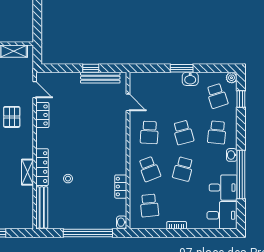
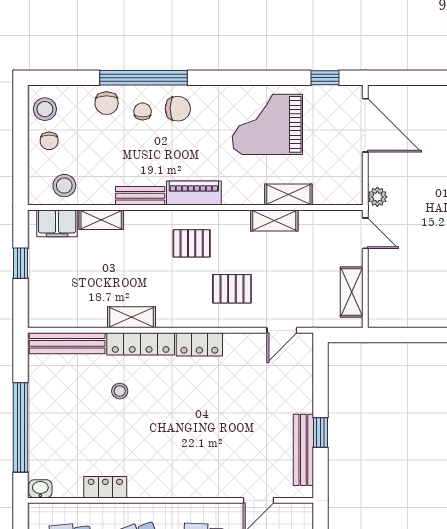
locker: (42, 115) -> (199, 344), moved

